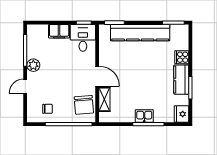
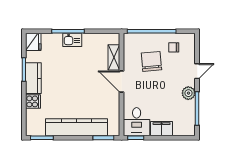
chair: (84, 105) -> (151, 61), moved

